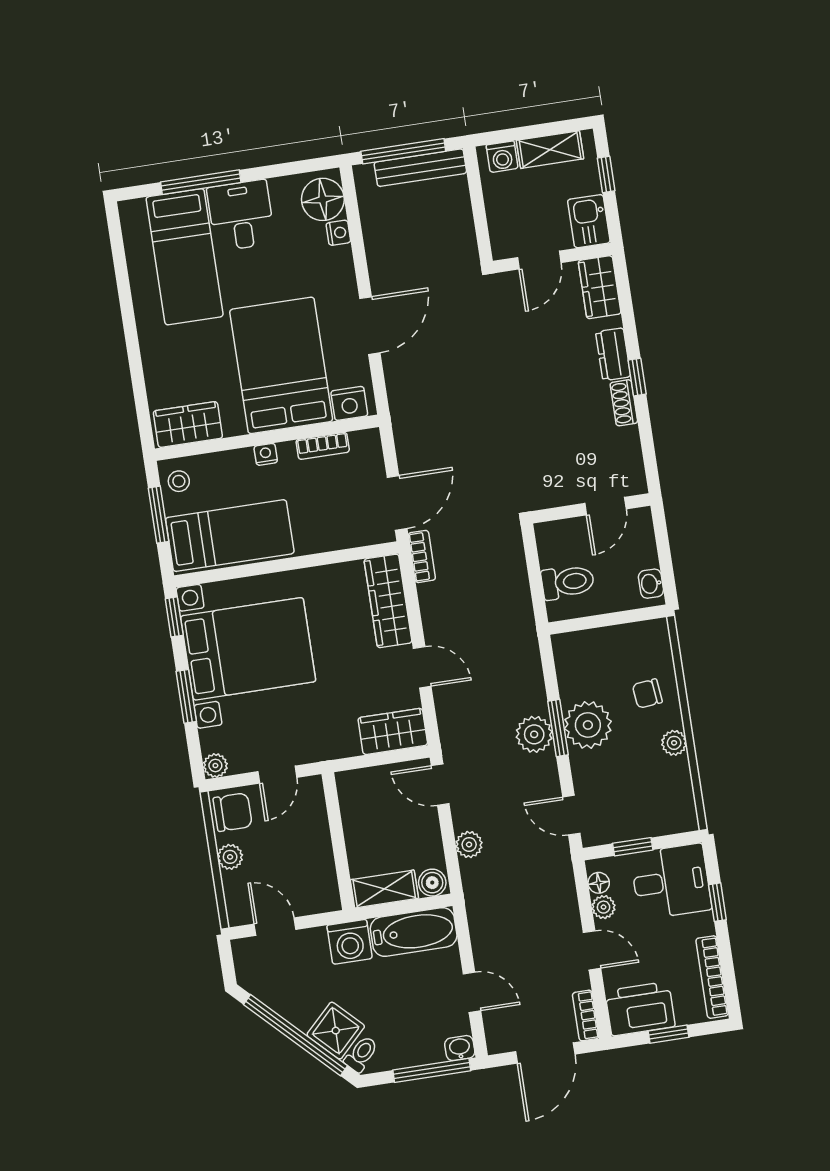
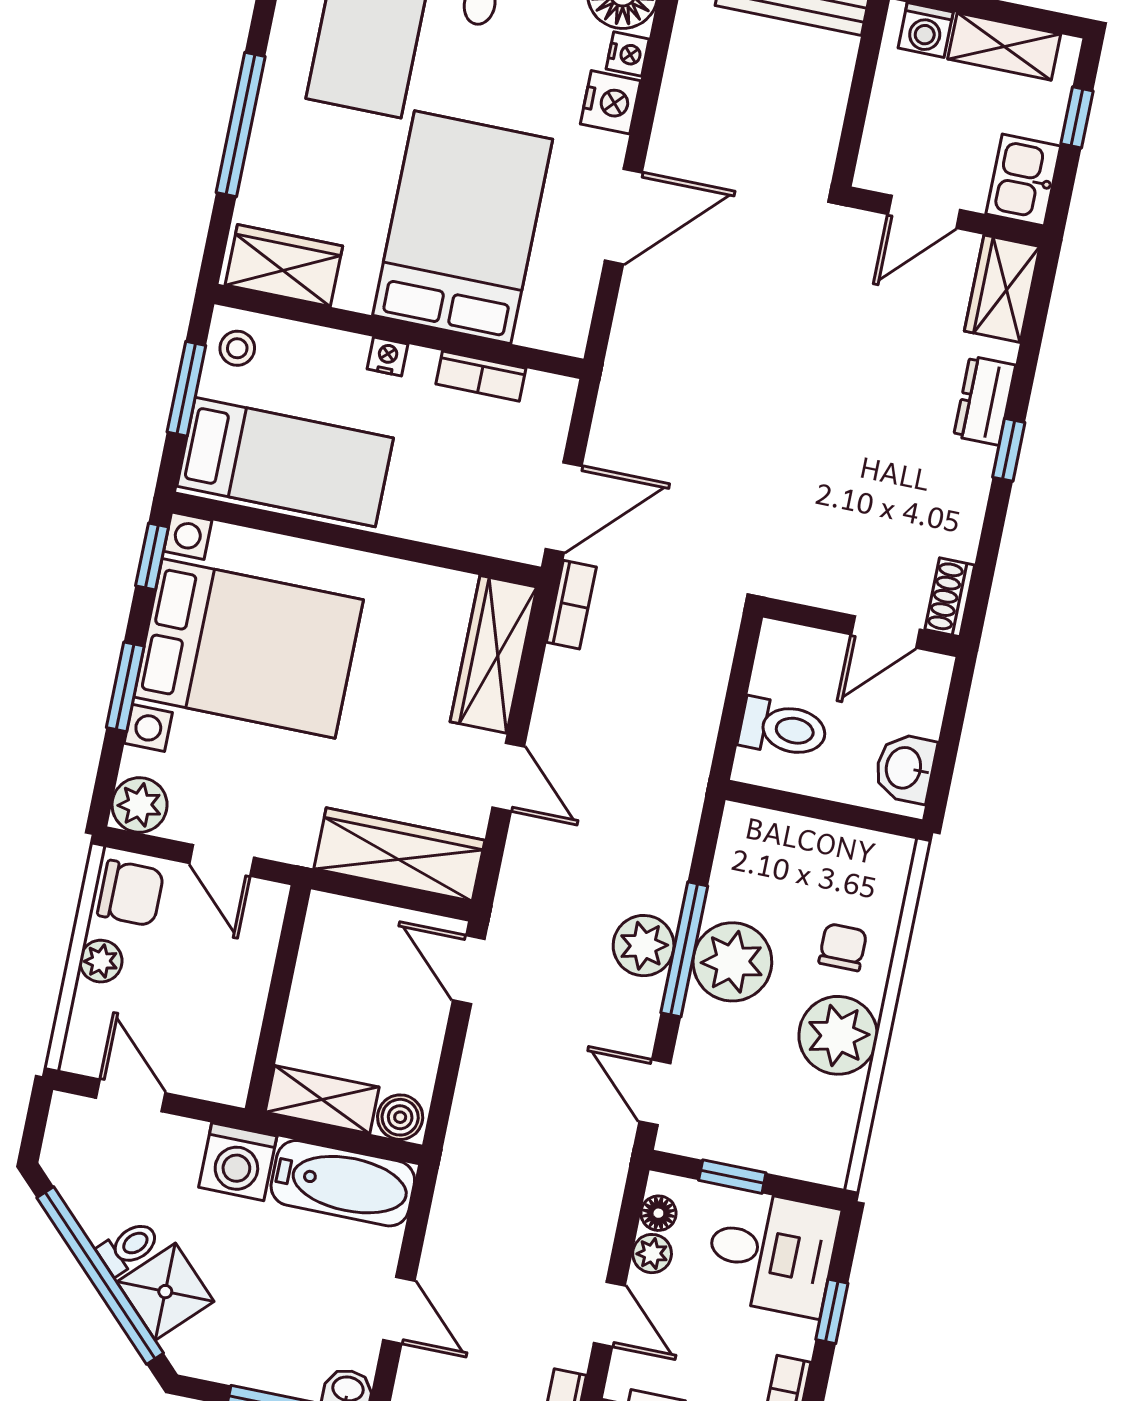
window: (134, 354) -> (241, 125), added
nightstand: (349, 403) -> (611, 102), moved, turned -90
shoe rack: (624, 403) -> (950, 597), moved
washbasin: (651, 584) -> (905, 768), width x1.38, depth x1.45
chair: (647, 694) -> (843, 947), turned 96
window: (558, 728) -> (684, 949), width x1.44
wardrobe: (393, 731) -> (399, 854), width x1.50
plant: (674, 743) -> (838, 1035), width x1.87, depth x1.87
plant: (215, 766) -> (140, 805), width x1.38, depth x1.38
door: (277, 775) -> (222, 860), hinge flipped
plant: (469, 845) -> (479, 1079), removed
toilet: (361, 1054) -> (129, 1247), moved

